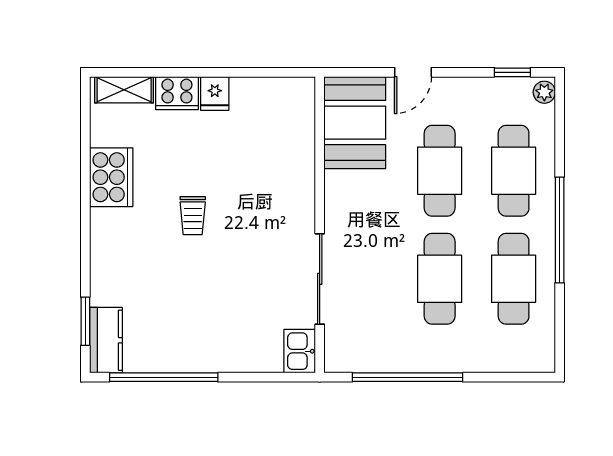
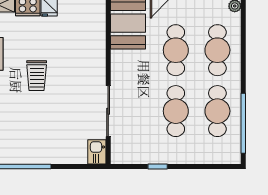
trolley: (193, 216) -> (37, 76), width x1.36, depth x1.39
window: (560, 230) -> (243, 123), moved
window: (407, 377) -> (158, 167), width x0.32

